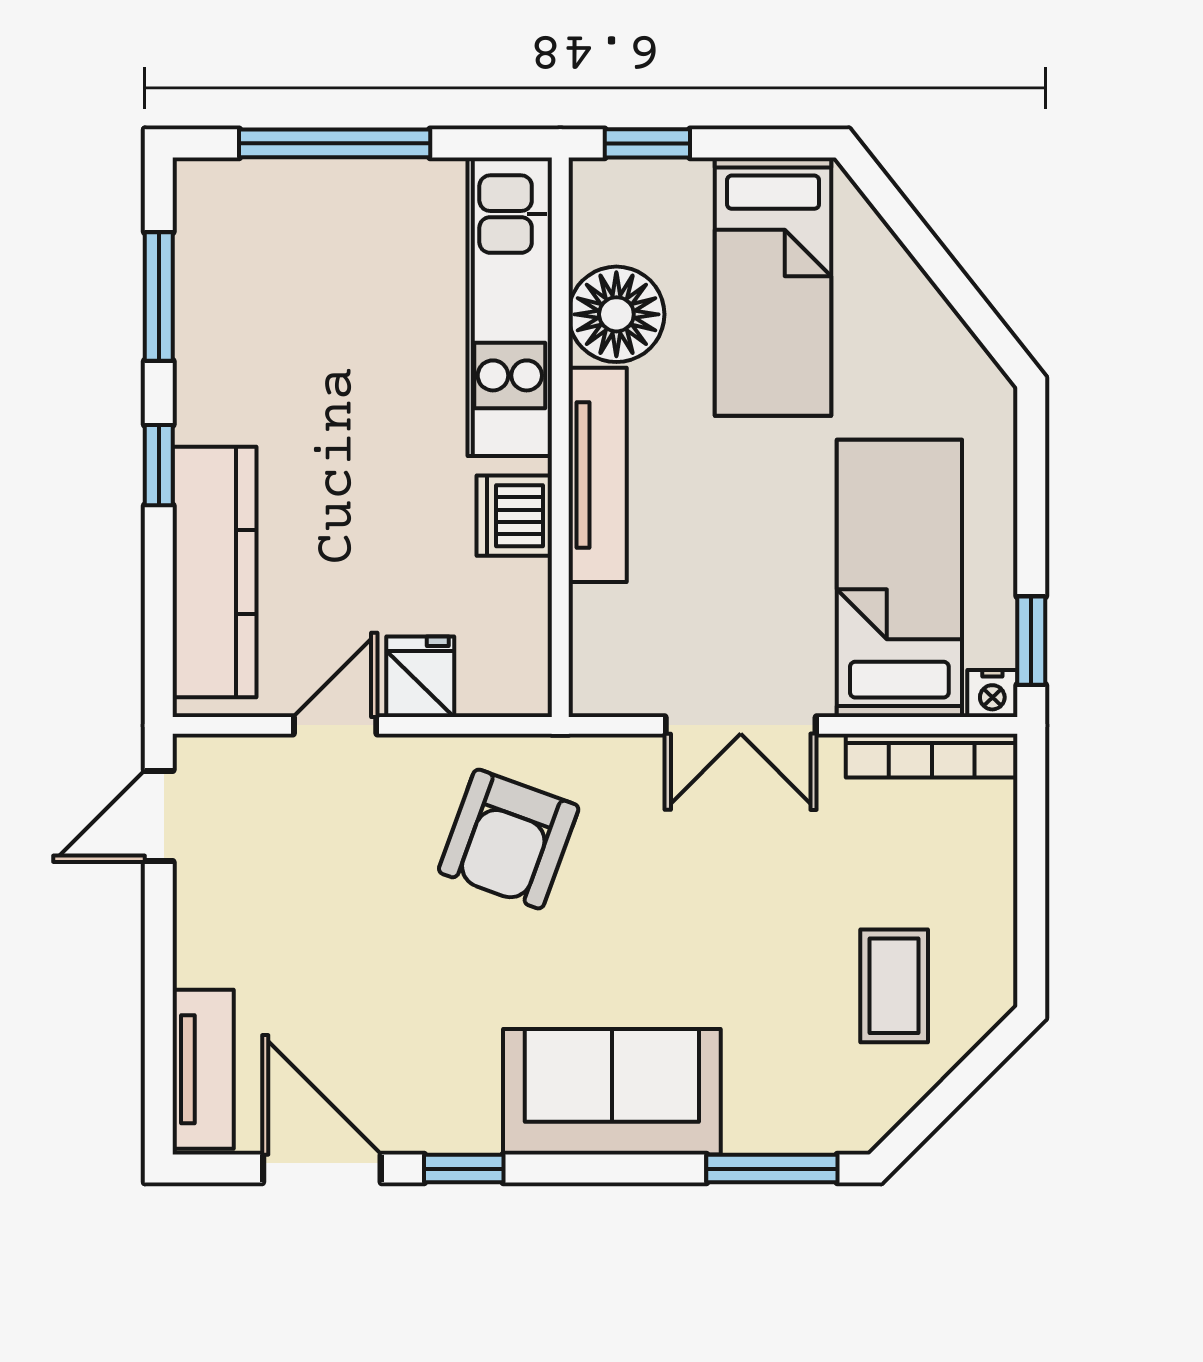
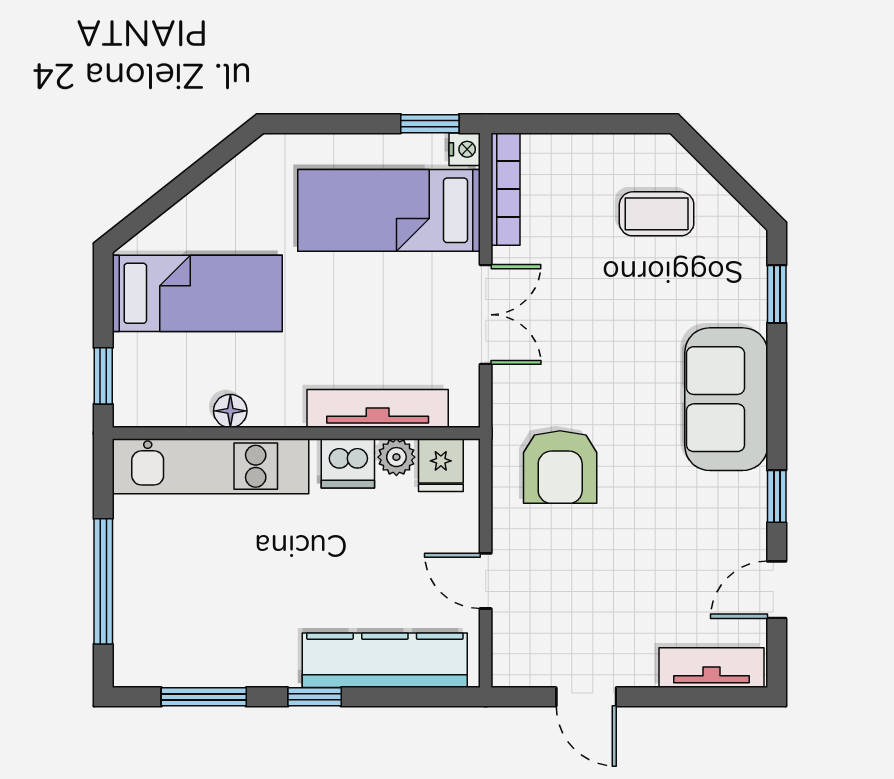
floor lamp: (616, 314) -> (230, 411), width x0.53, depth x0.53
tv unit: (598, 475) -> (378, 409), moved
plant: (524, 590) -> (396, 457), added
fridge: (420, 677) -> (441, 465), moved, turned -90
door: (159, 816) -> (586, 697), moved
armchair: (509, 839) -> (560, 467), turned 70
door: (322, 1169) -> (777, 590), width x0.73
window: (772, 1169) -> (777, 294), width x0.67

